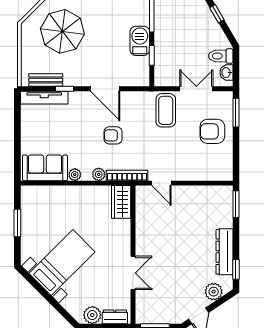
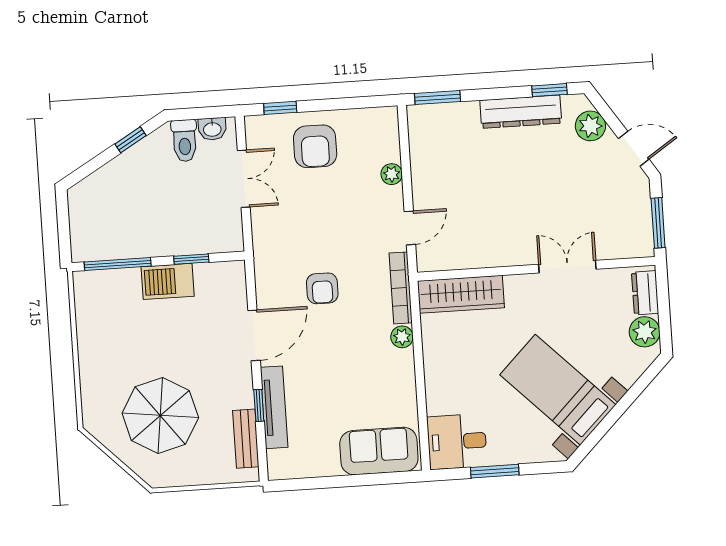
window: (217, 14) -> (131, 140), moved
double door: (196, 89) -> (244, 179), swing flipped
tv unit: (44, 98) -> (274, 407), moved
coffee table: (166, 110) -> (284, 229), removed
window: (236, 113) -> (280, 108), width x0.67
armchair: (113, 135) -> (322, 288), moved
sofa: (45, 168) -> (379, 451), moved, turned 90
plant: (75, 175) -> (392, 174), moved
desk: (36, 202) -> (457, 442), added
wardrobe: (121, 202) -> (461, 294), width x1.50

